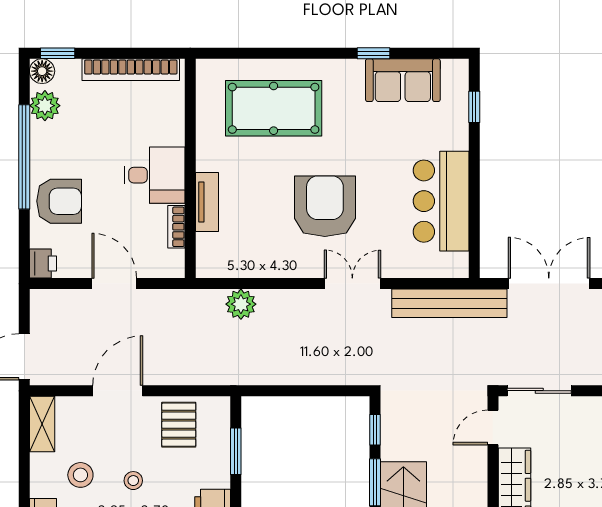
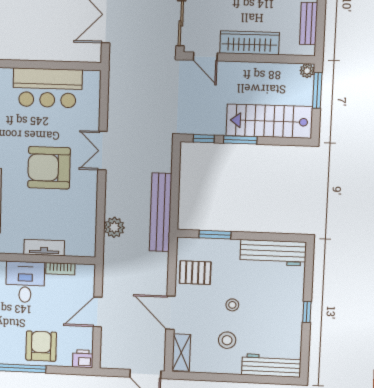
bench: (449, 303) -> (161, 212), moved
shelving: (42, 424) -> (181, 353), moved, turned 90

